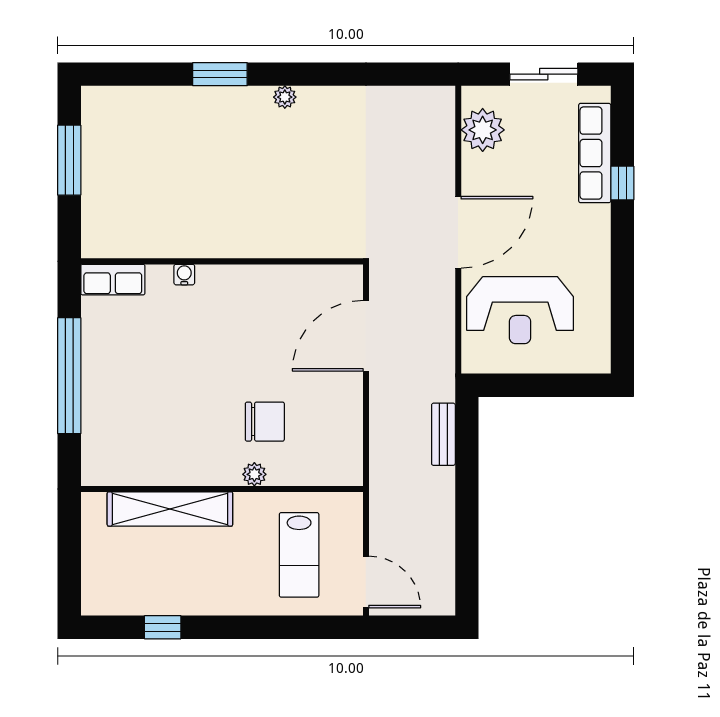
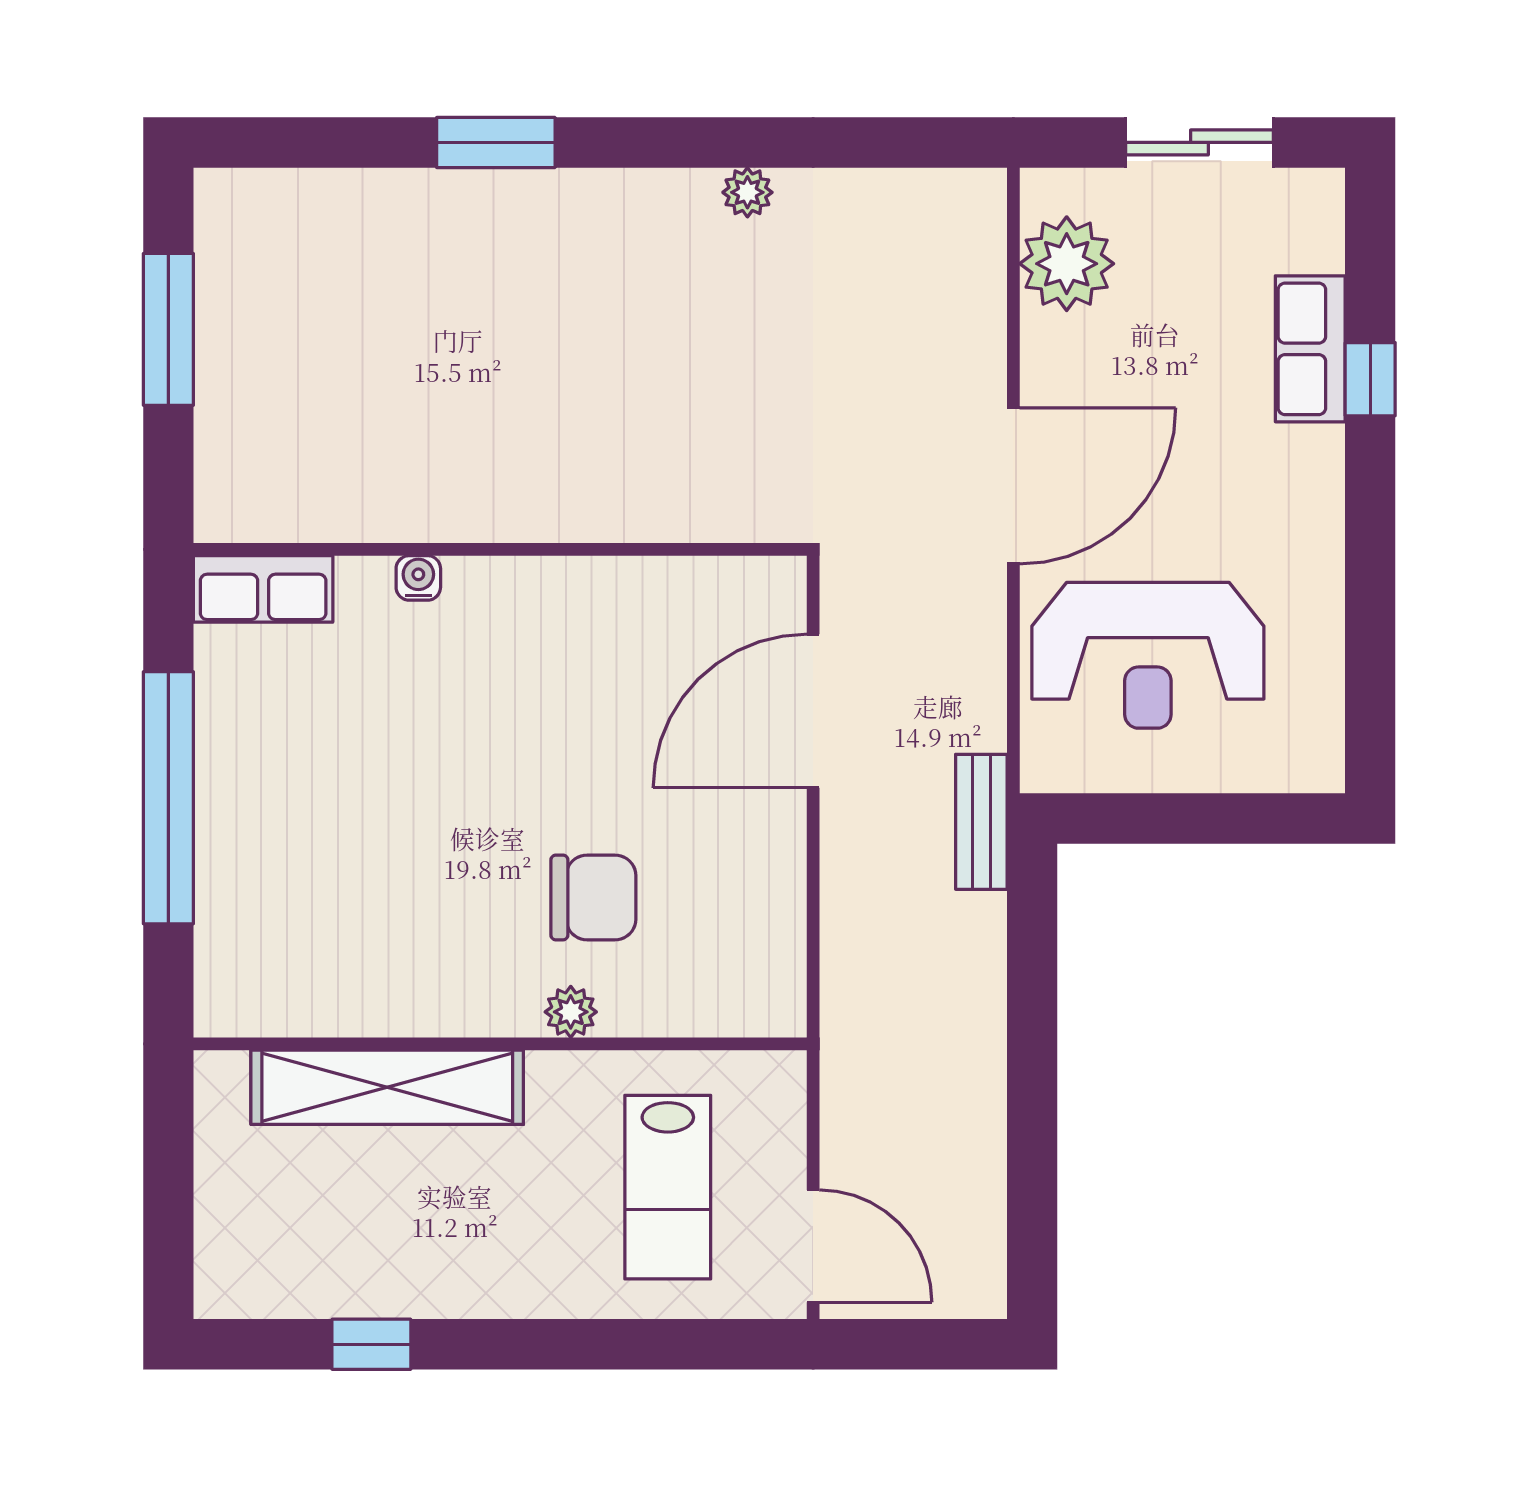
plant: (285, 97) -> (747, 192), moved
row of seats: (595, 153) -> (1310, 349), width x0.68
bench: (443, 434) -> (981, 822), moved

